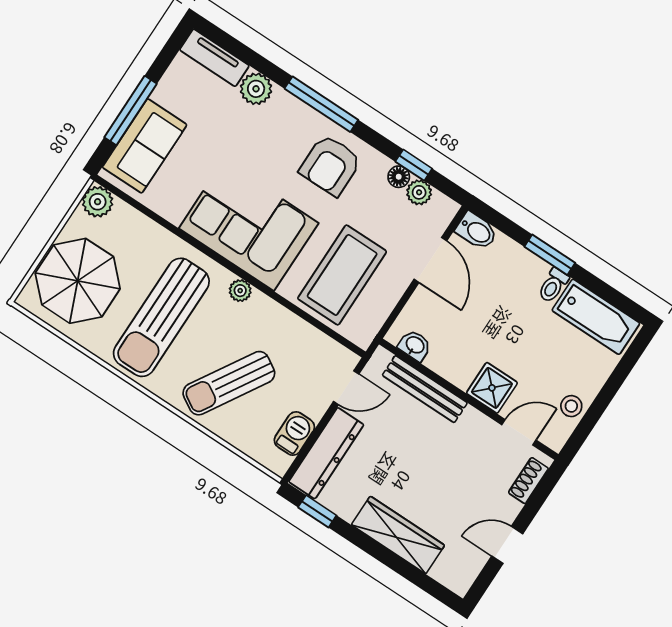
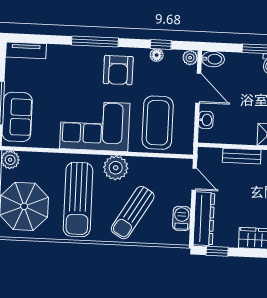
plant: (256, 89) -> (57, 54), removed
plant: (419, 192) -> (190, 58), moved
plant: (240, 291) -> (116, 168), width x1.87, depth x1.87
washbasin: (415, 345) -> (206, 120), moved, turned 90
door: (346, 388) -> (194, 179), hinge flipped
bench: (425, 389) -> (242, 156), width x0.73

